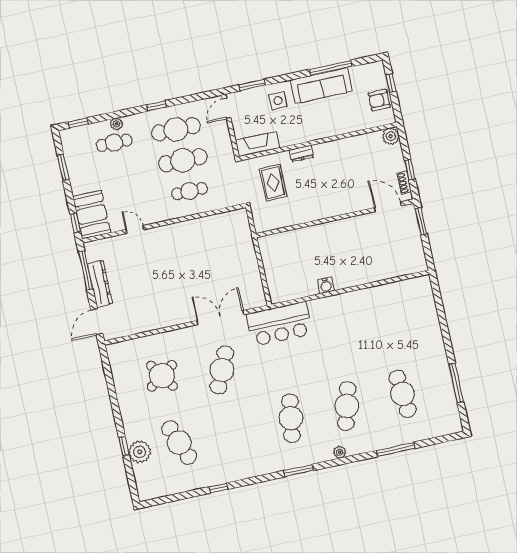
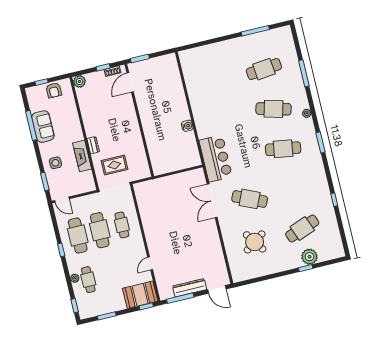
sofa: (321, 86) -> (43, 127), width x0.73
fireplace: (257, 144) -> (82, 156), moved

